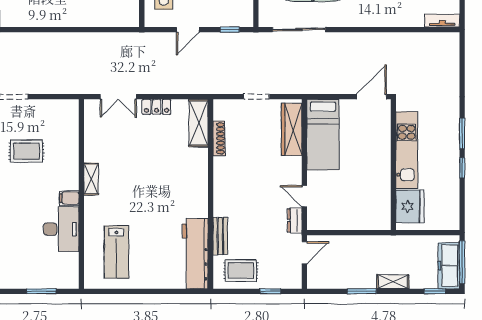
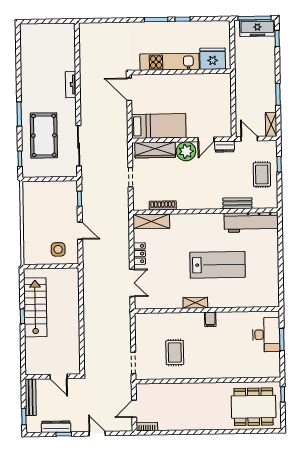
tv unit: (442, 20) -> (71, 84), moved
plant: (289, 170) -> (186, 151), added
desk: (61, 229) -> (266, 335), moved, turned 90
lab bench: (117, 252) -> (218, 265), moved, width x1.36, depth x1.39
rug: (241, 270) -> (262, 175), moved
shelving: (393, 282) -> (271, 124), moved

